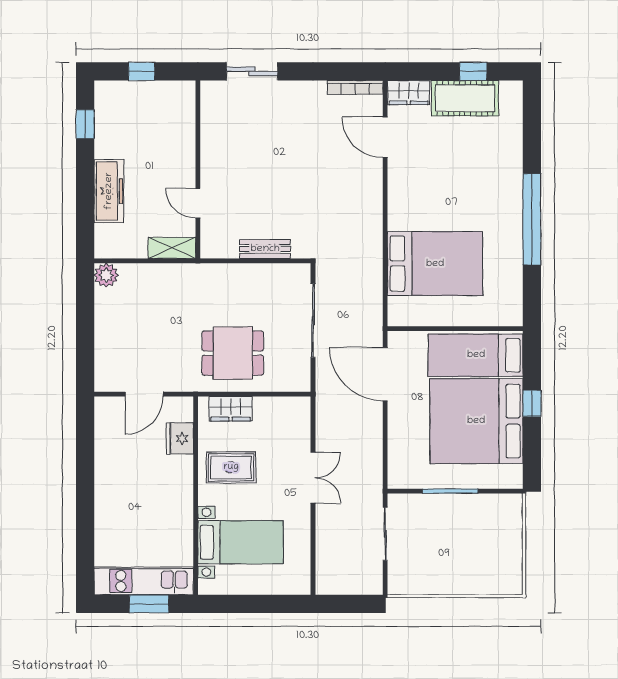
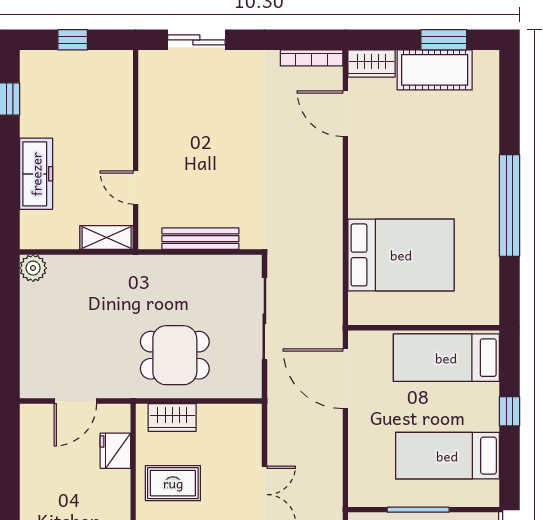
window: (473, 71) -> (444, 40), width x1.50
bench: (265, 249) -> (200, 239), width x1.36
bed: (476, 421) -> (447, 456), width x0.49

